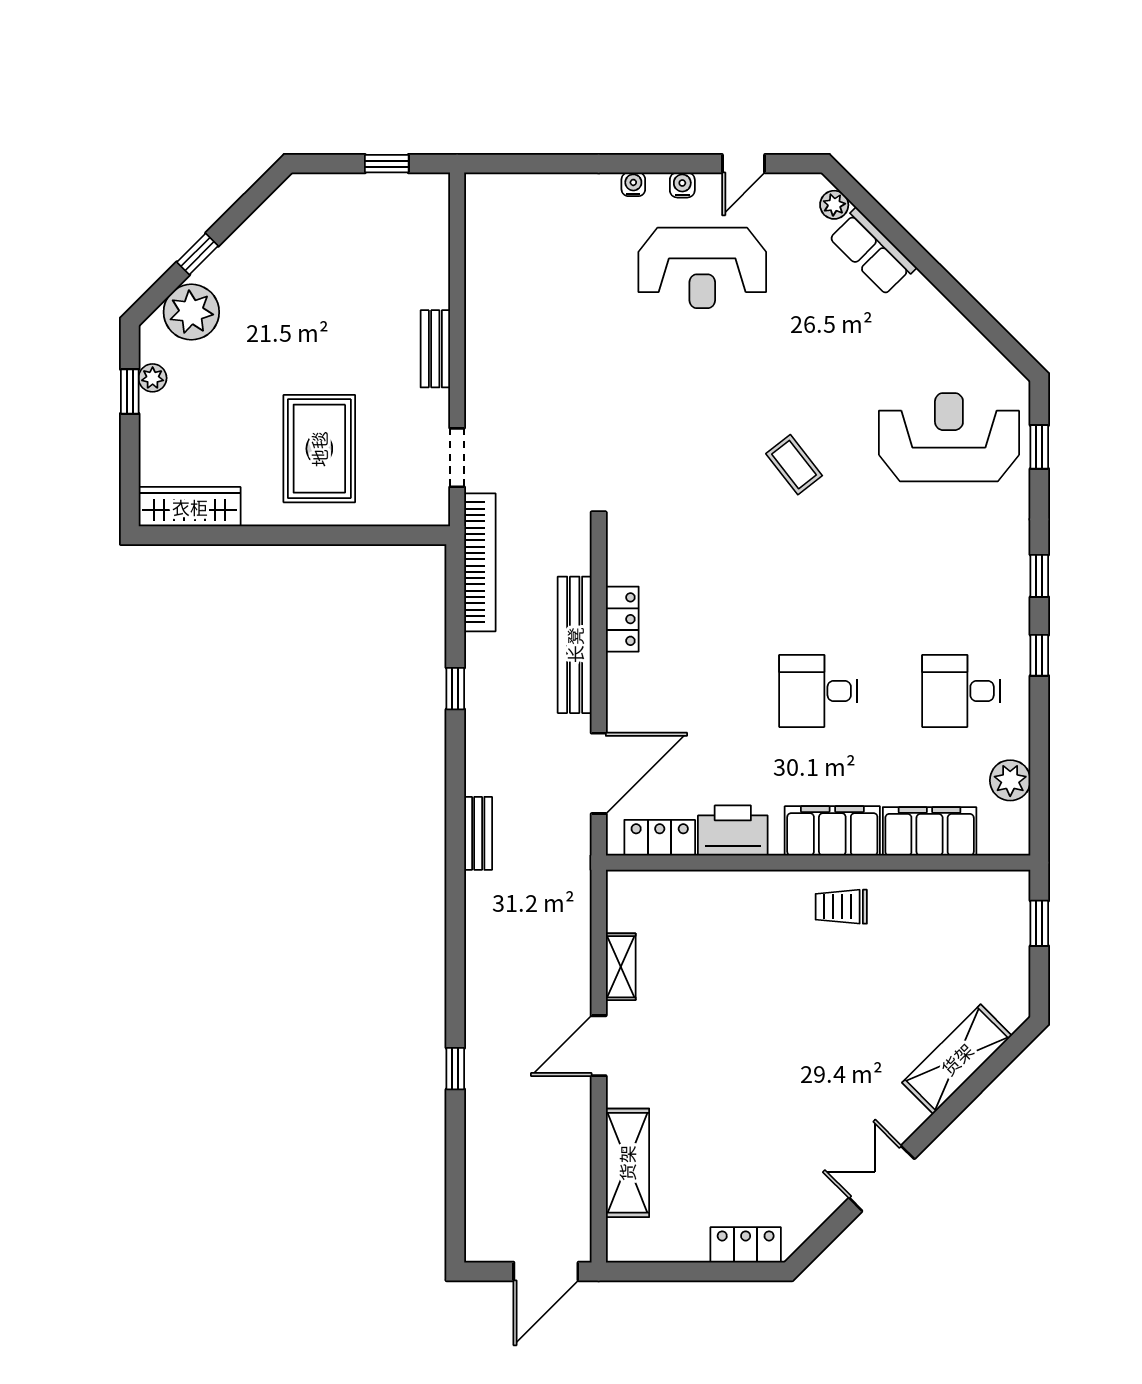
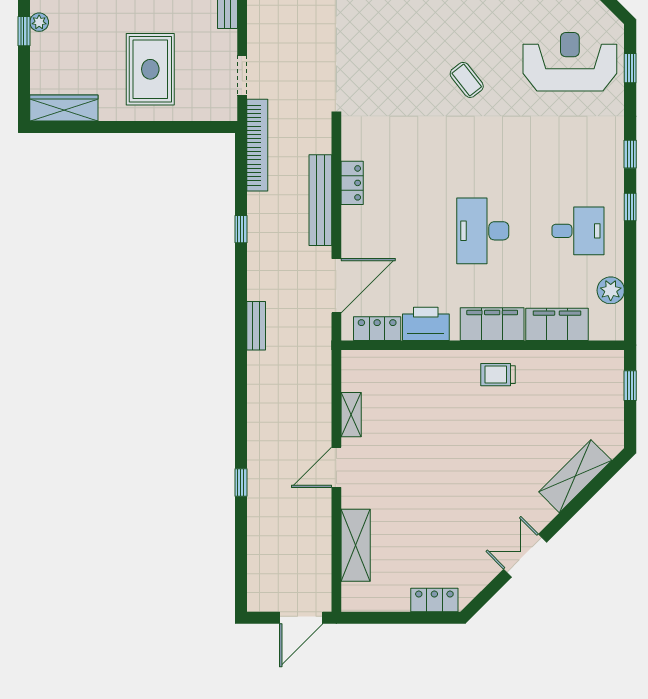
desk: (818, 691) -> (483, 231), width x1.37
desk: (961, 691) -> (578, 231), turned 180

